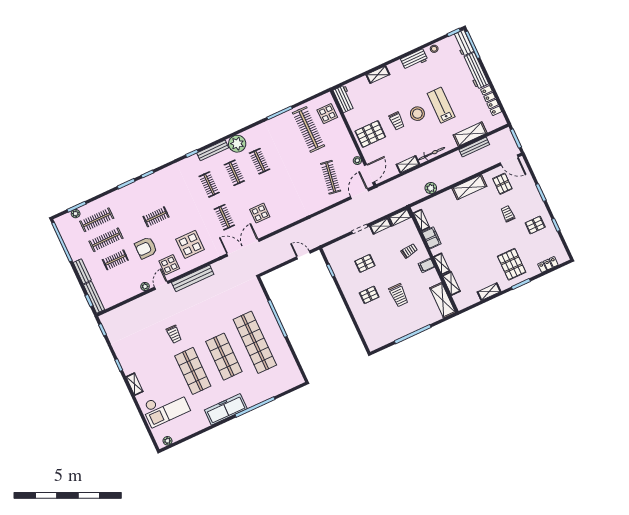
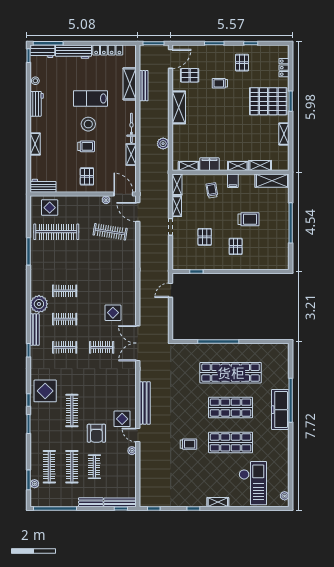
pallet: (370, 134) -> (87, 176), width x0.67, depth x0.71
clothes rail: (156, 217) -> (72, 411), width x1.36
display table: (190, 244) -> (45, 391), moved
pallet: (512, 264) -> (268, 101), width x1.37, depth x1.41
freezer: (226, 409) -> (280, 410), moved

